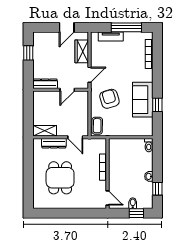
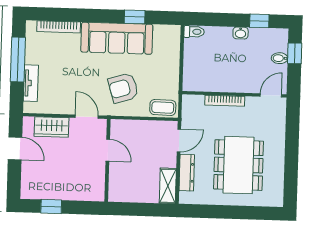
dresser: (45, 84) -> (98, 183), removed
sofa: (143, 100) -> (117, 38), width x1.36
dining table: (60, 178) -> (239, 165), width x1.37

